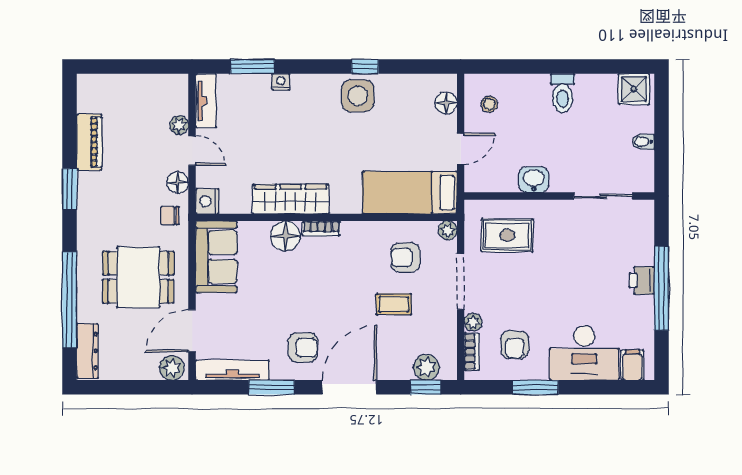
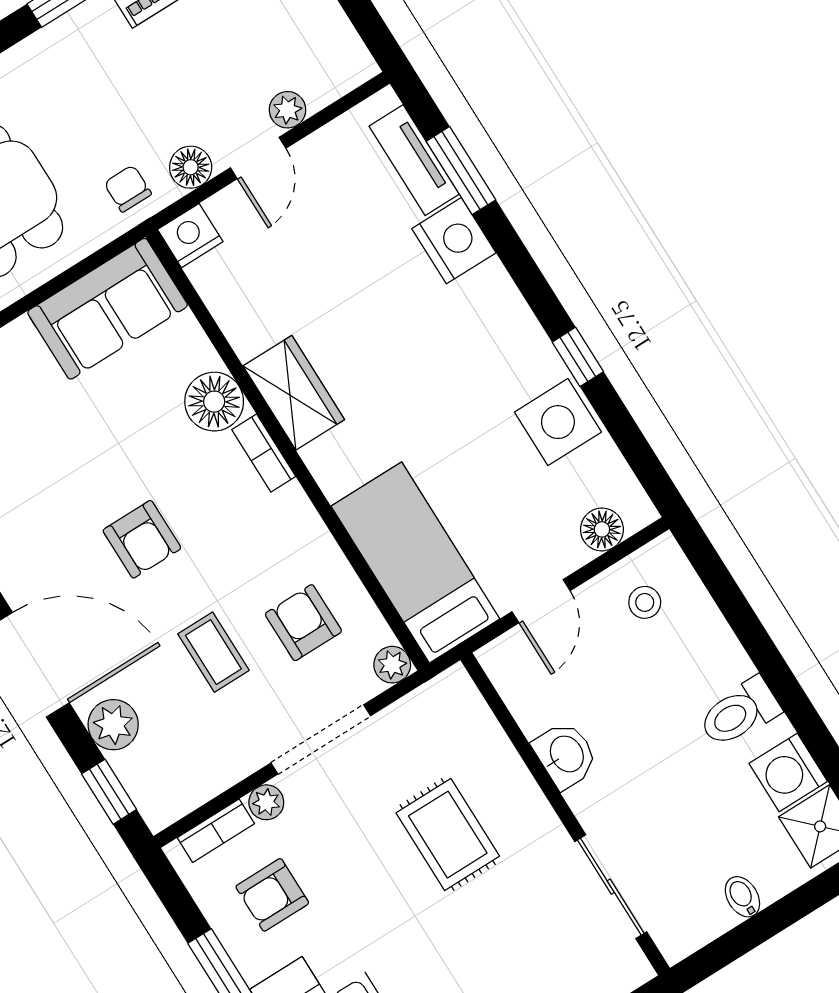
nightstand: (281, 82) -> (454, 241), width x1.89, depth x1.79
washing machine: (602, 88) -> (788, 772), added
side table: (358, 96) -> (558, 422), moved
tv unit: (206, 101) -> (414, 160), moved, turned 90
door: (461, 149) -> (541, 601), hinge flipped
wardrobe: (291, 199) -> (294, 393), width x0.67
rug: (507, 235) -> (448, 835), moved
armchair: (303, 348) -> (142, 539), moved
plant: (426, 367) -> (113, 725), moved

